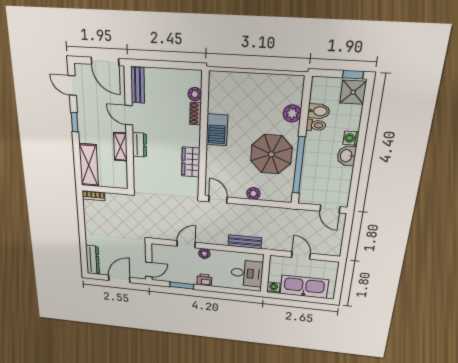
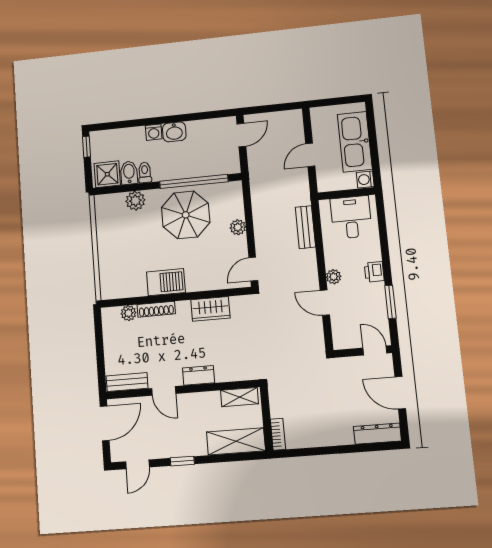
shower: (353, 92) -> (107, 174), moved
shoe rack: (196, 114) -> (156, 309), width x1.43
door: (129, 115) -> (164, 391), hinge flipped
shelving: (120, 147) -> (239, 397), moved

